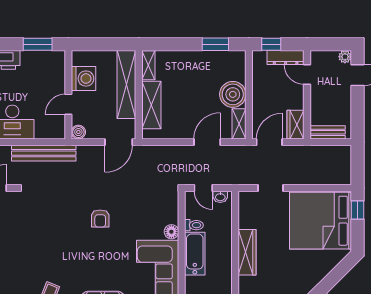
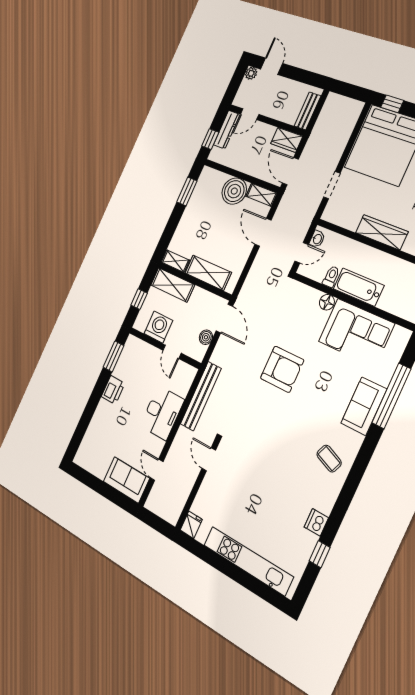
window: (100, 44) -> (139, 299), added
shelving: (126, 84) -> (173, 285), width x0.68
boiler: (78, 132) -> (206, 337), moved
armchair: (100, 218) -> (282, 369), width x1.88, depth x1.88

